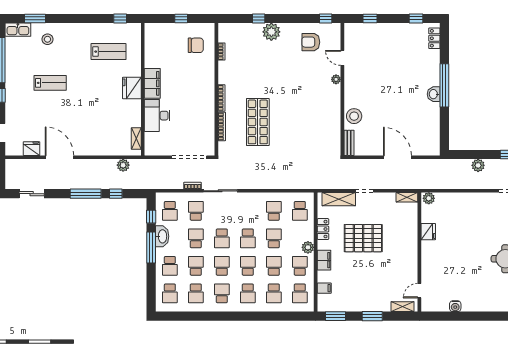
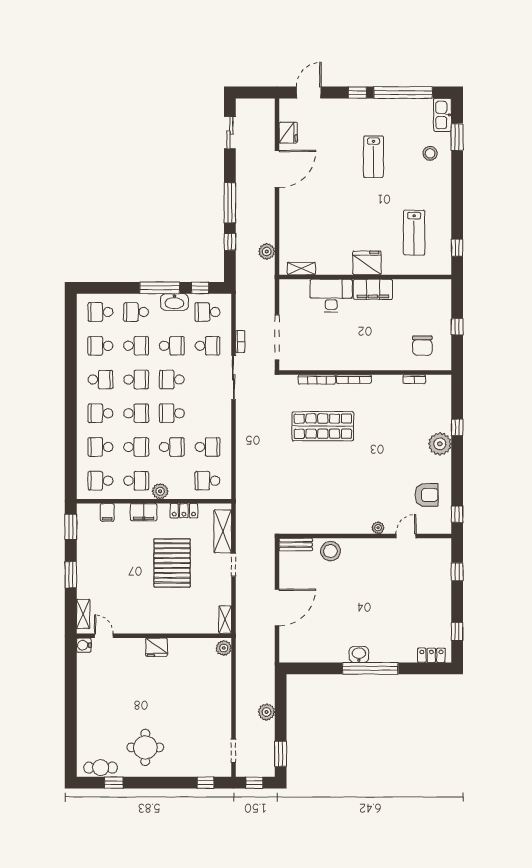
armchair: (311, 42) -> (427, 495), turned 90
fridge: (428, 232) -> (157, 647), moved
water cooler: (455, 306) -> (84, 645), moved

